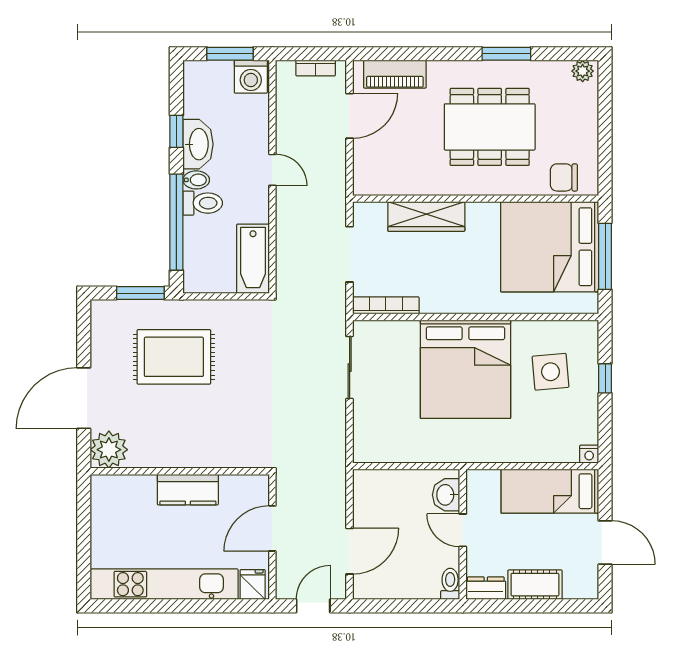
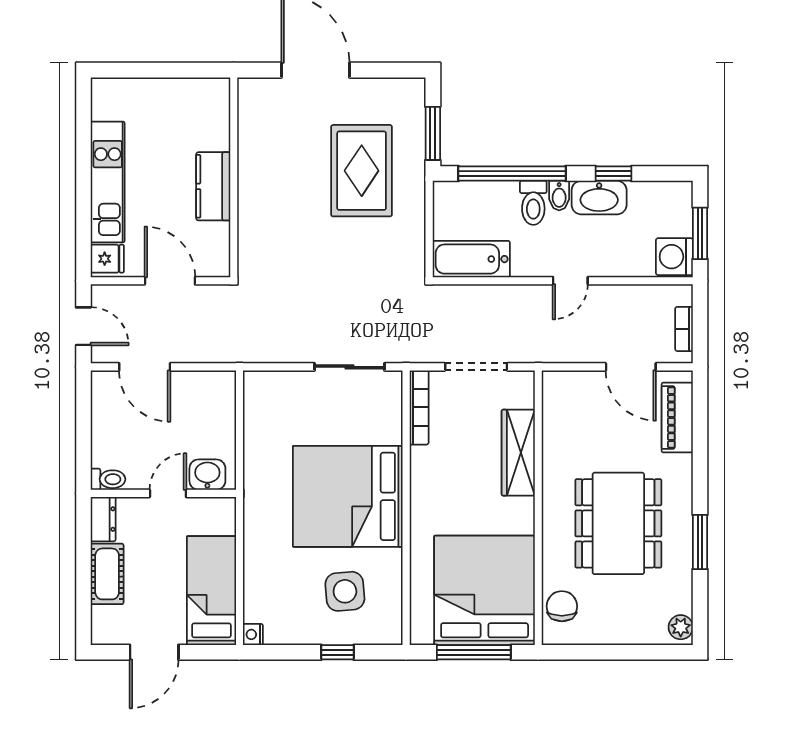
plant: (109, 450) -> (258, 98), removed
kitchen unit: (164, 584) -> (108, 182), width x0.73

